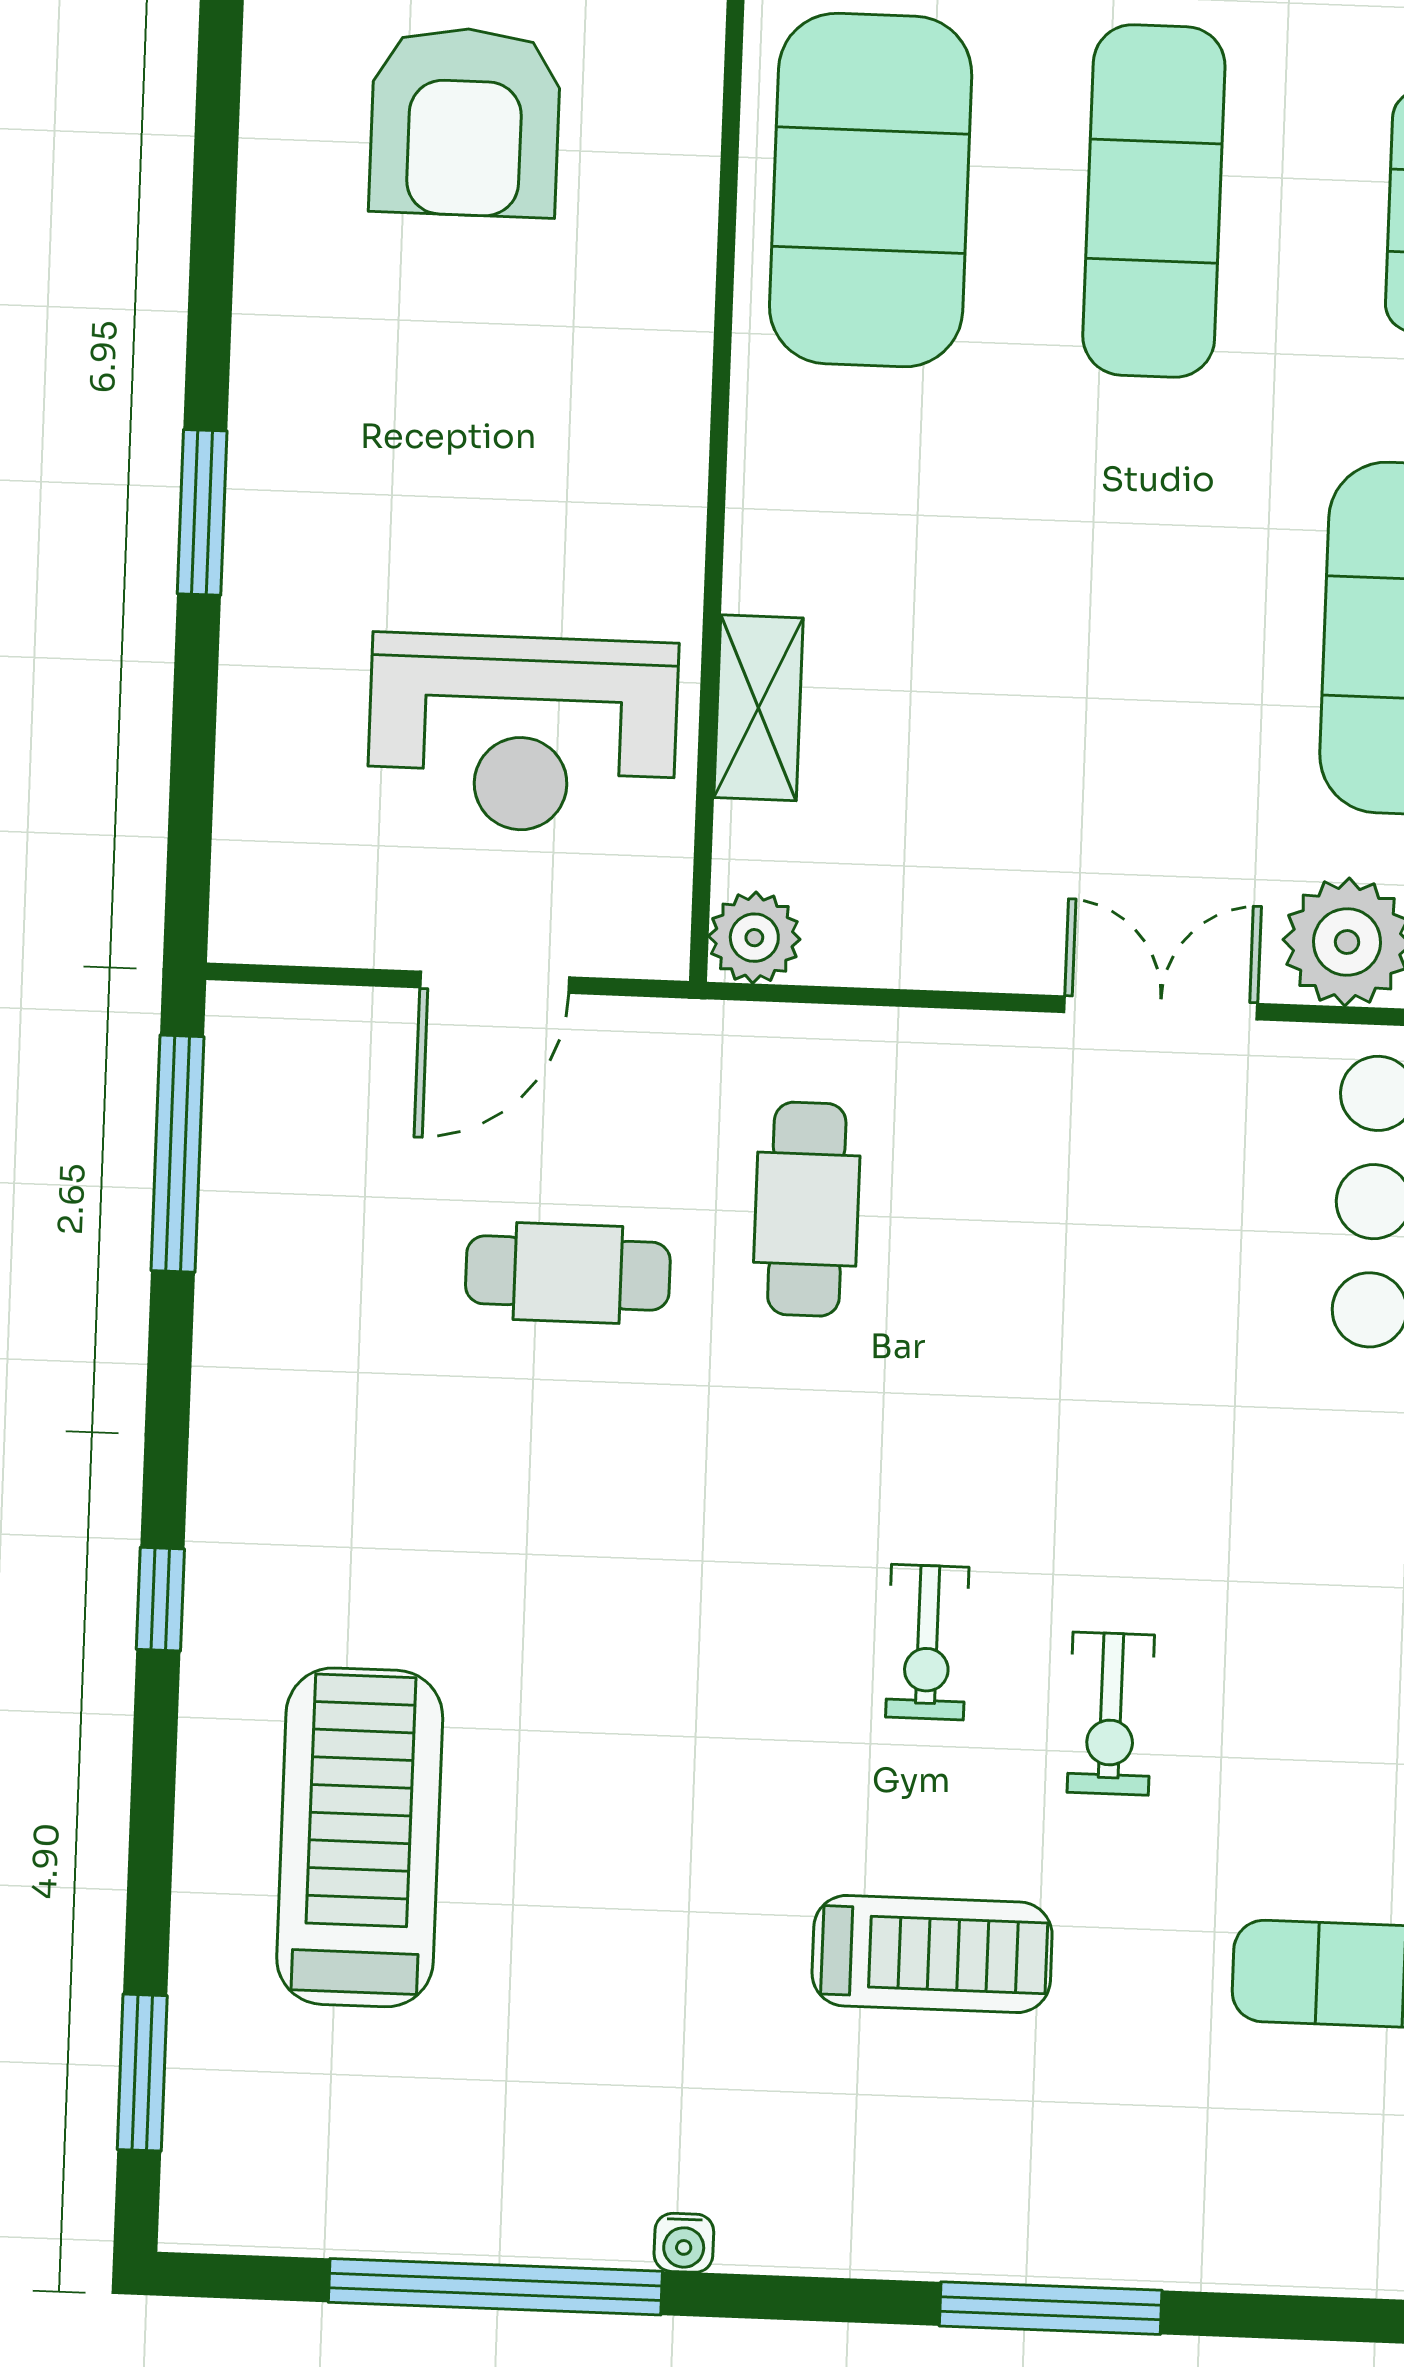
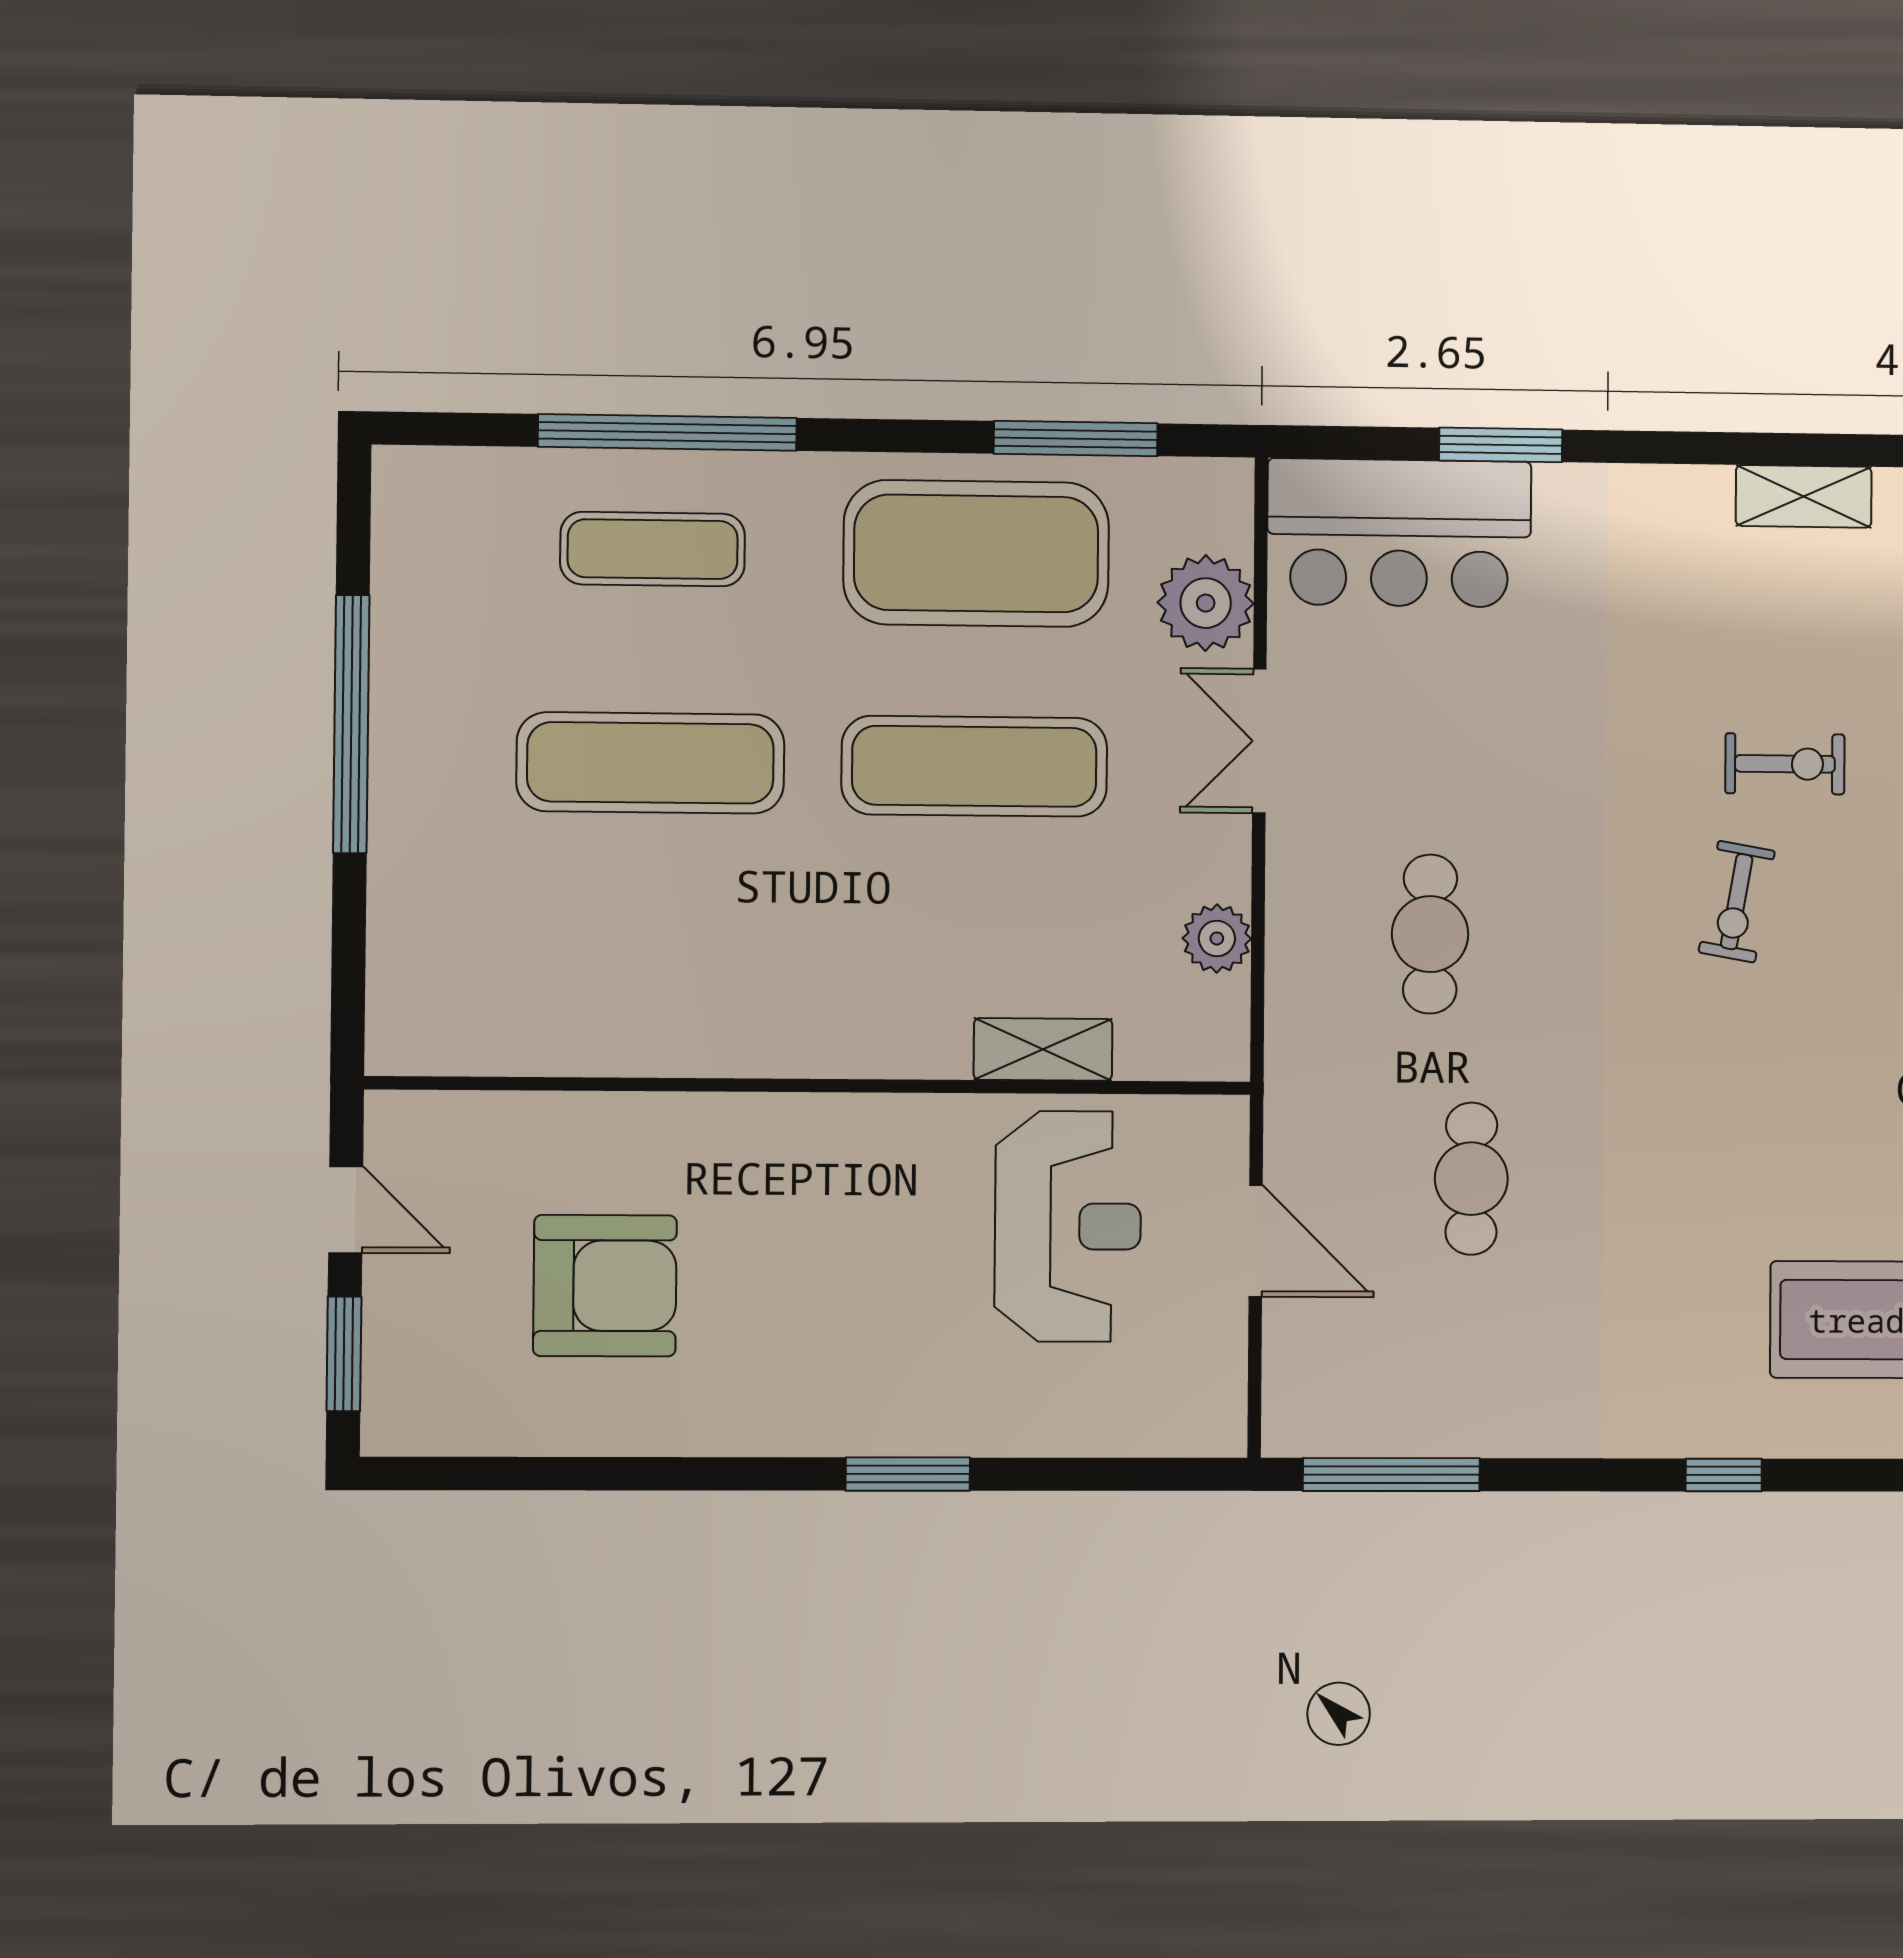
exercise mat: (871, 190) -> (974, 766), moved, width x0.68
plant: (754, 938) -> (1217, 938), moved
cafe table: (807, 1209) -> (1430, 934), moved, turned 90
exercise bike: (927, 1642) -> (1737, 902), turned 100

